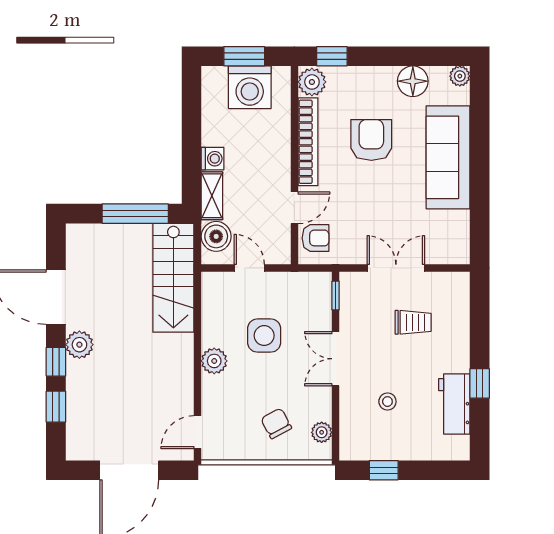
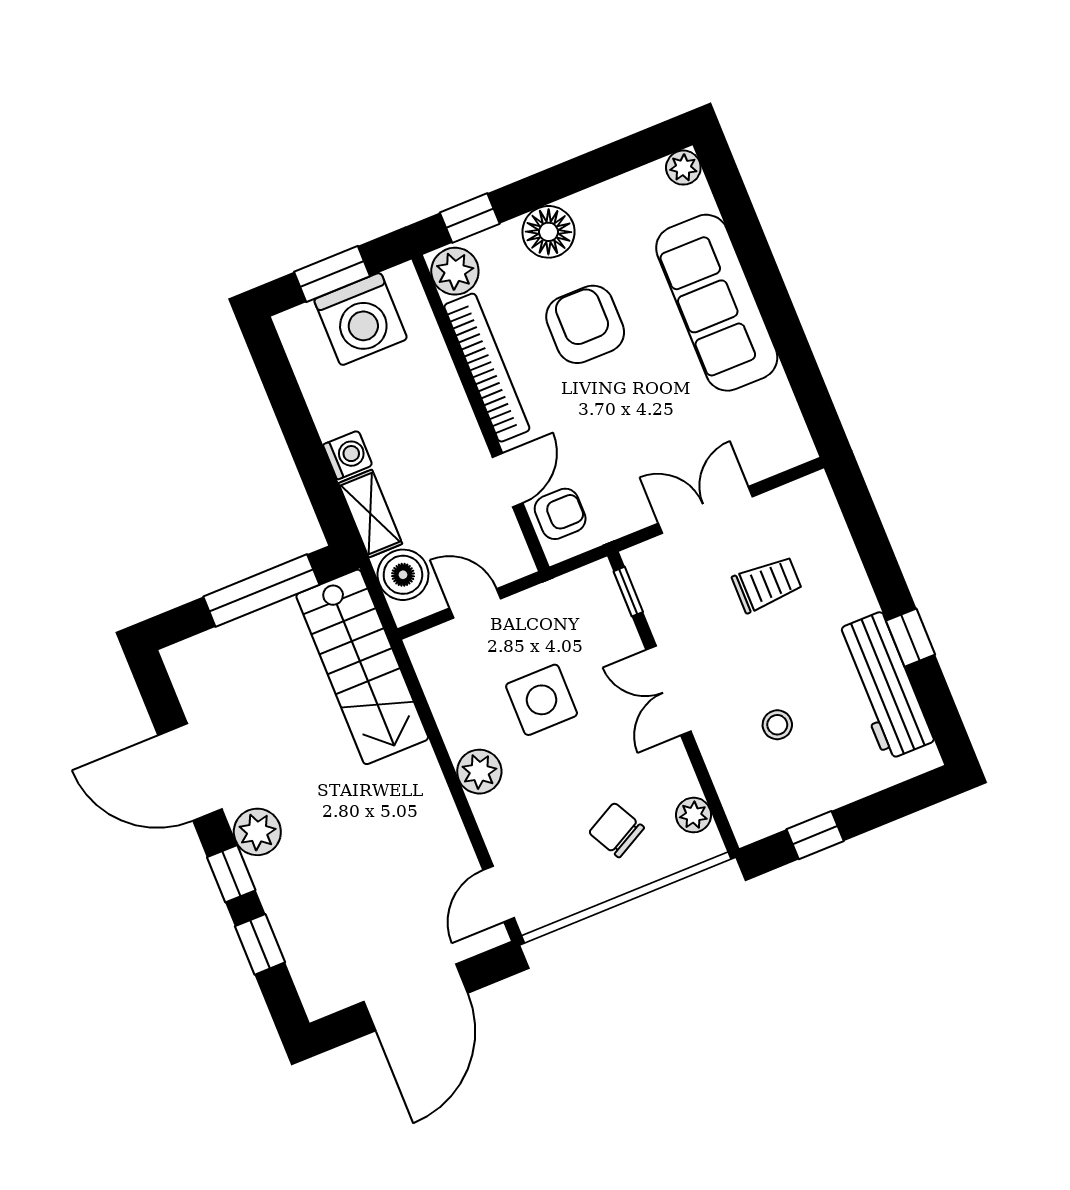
floor lamp: (413, 81) -> (548, 232), moved
workbench: (454, 404) -> (884, 686), width x1.38

